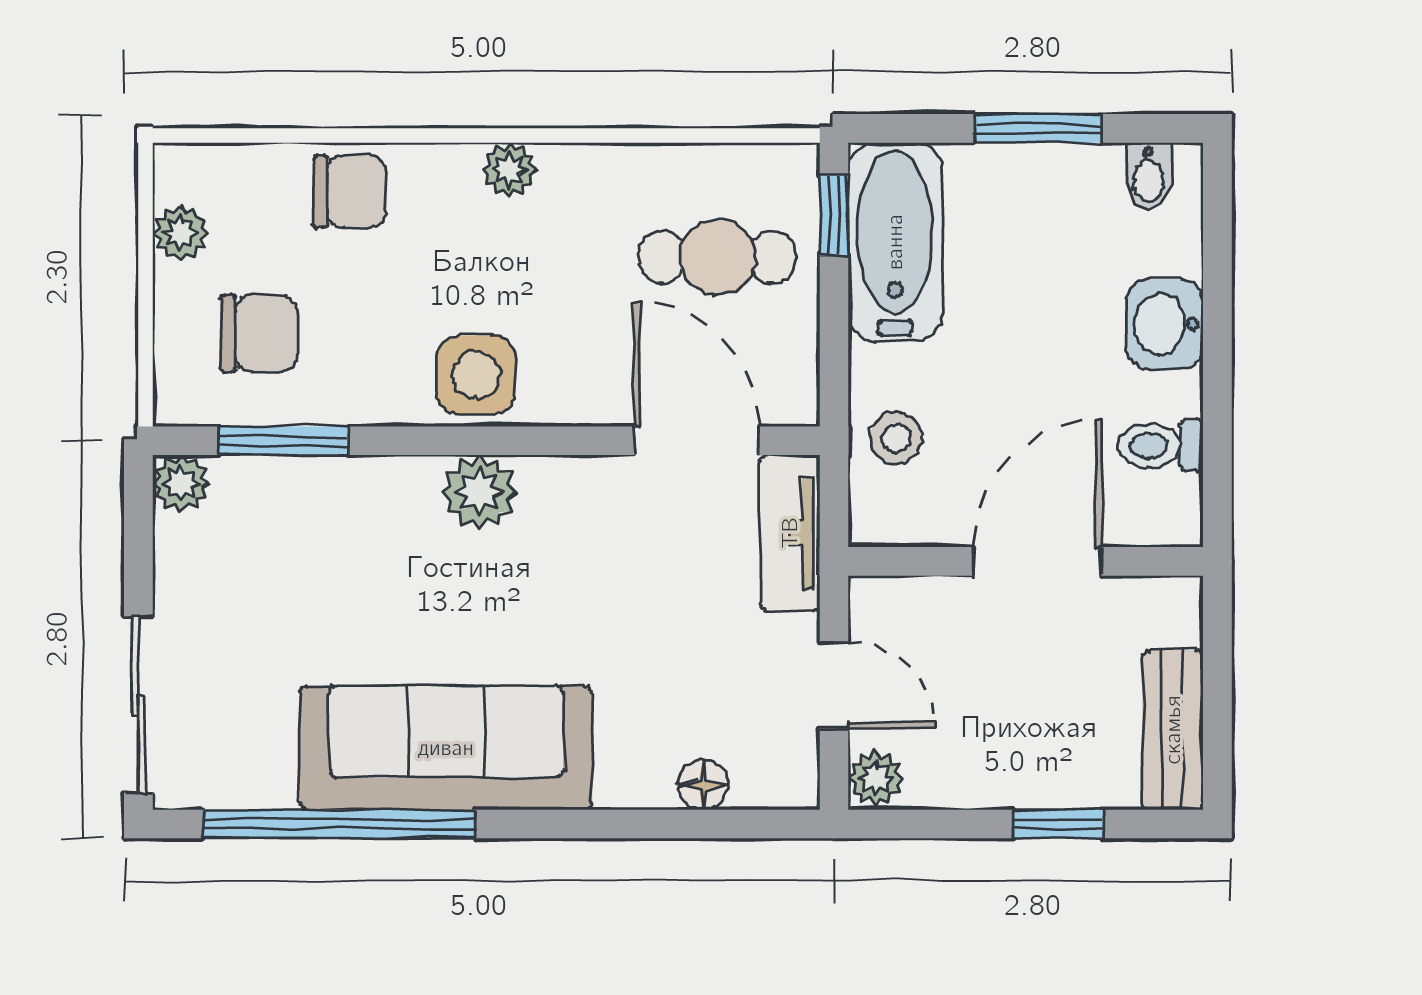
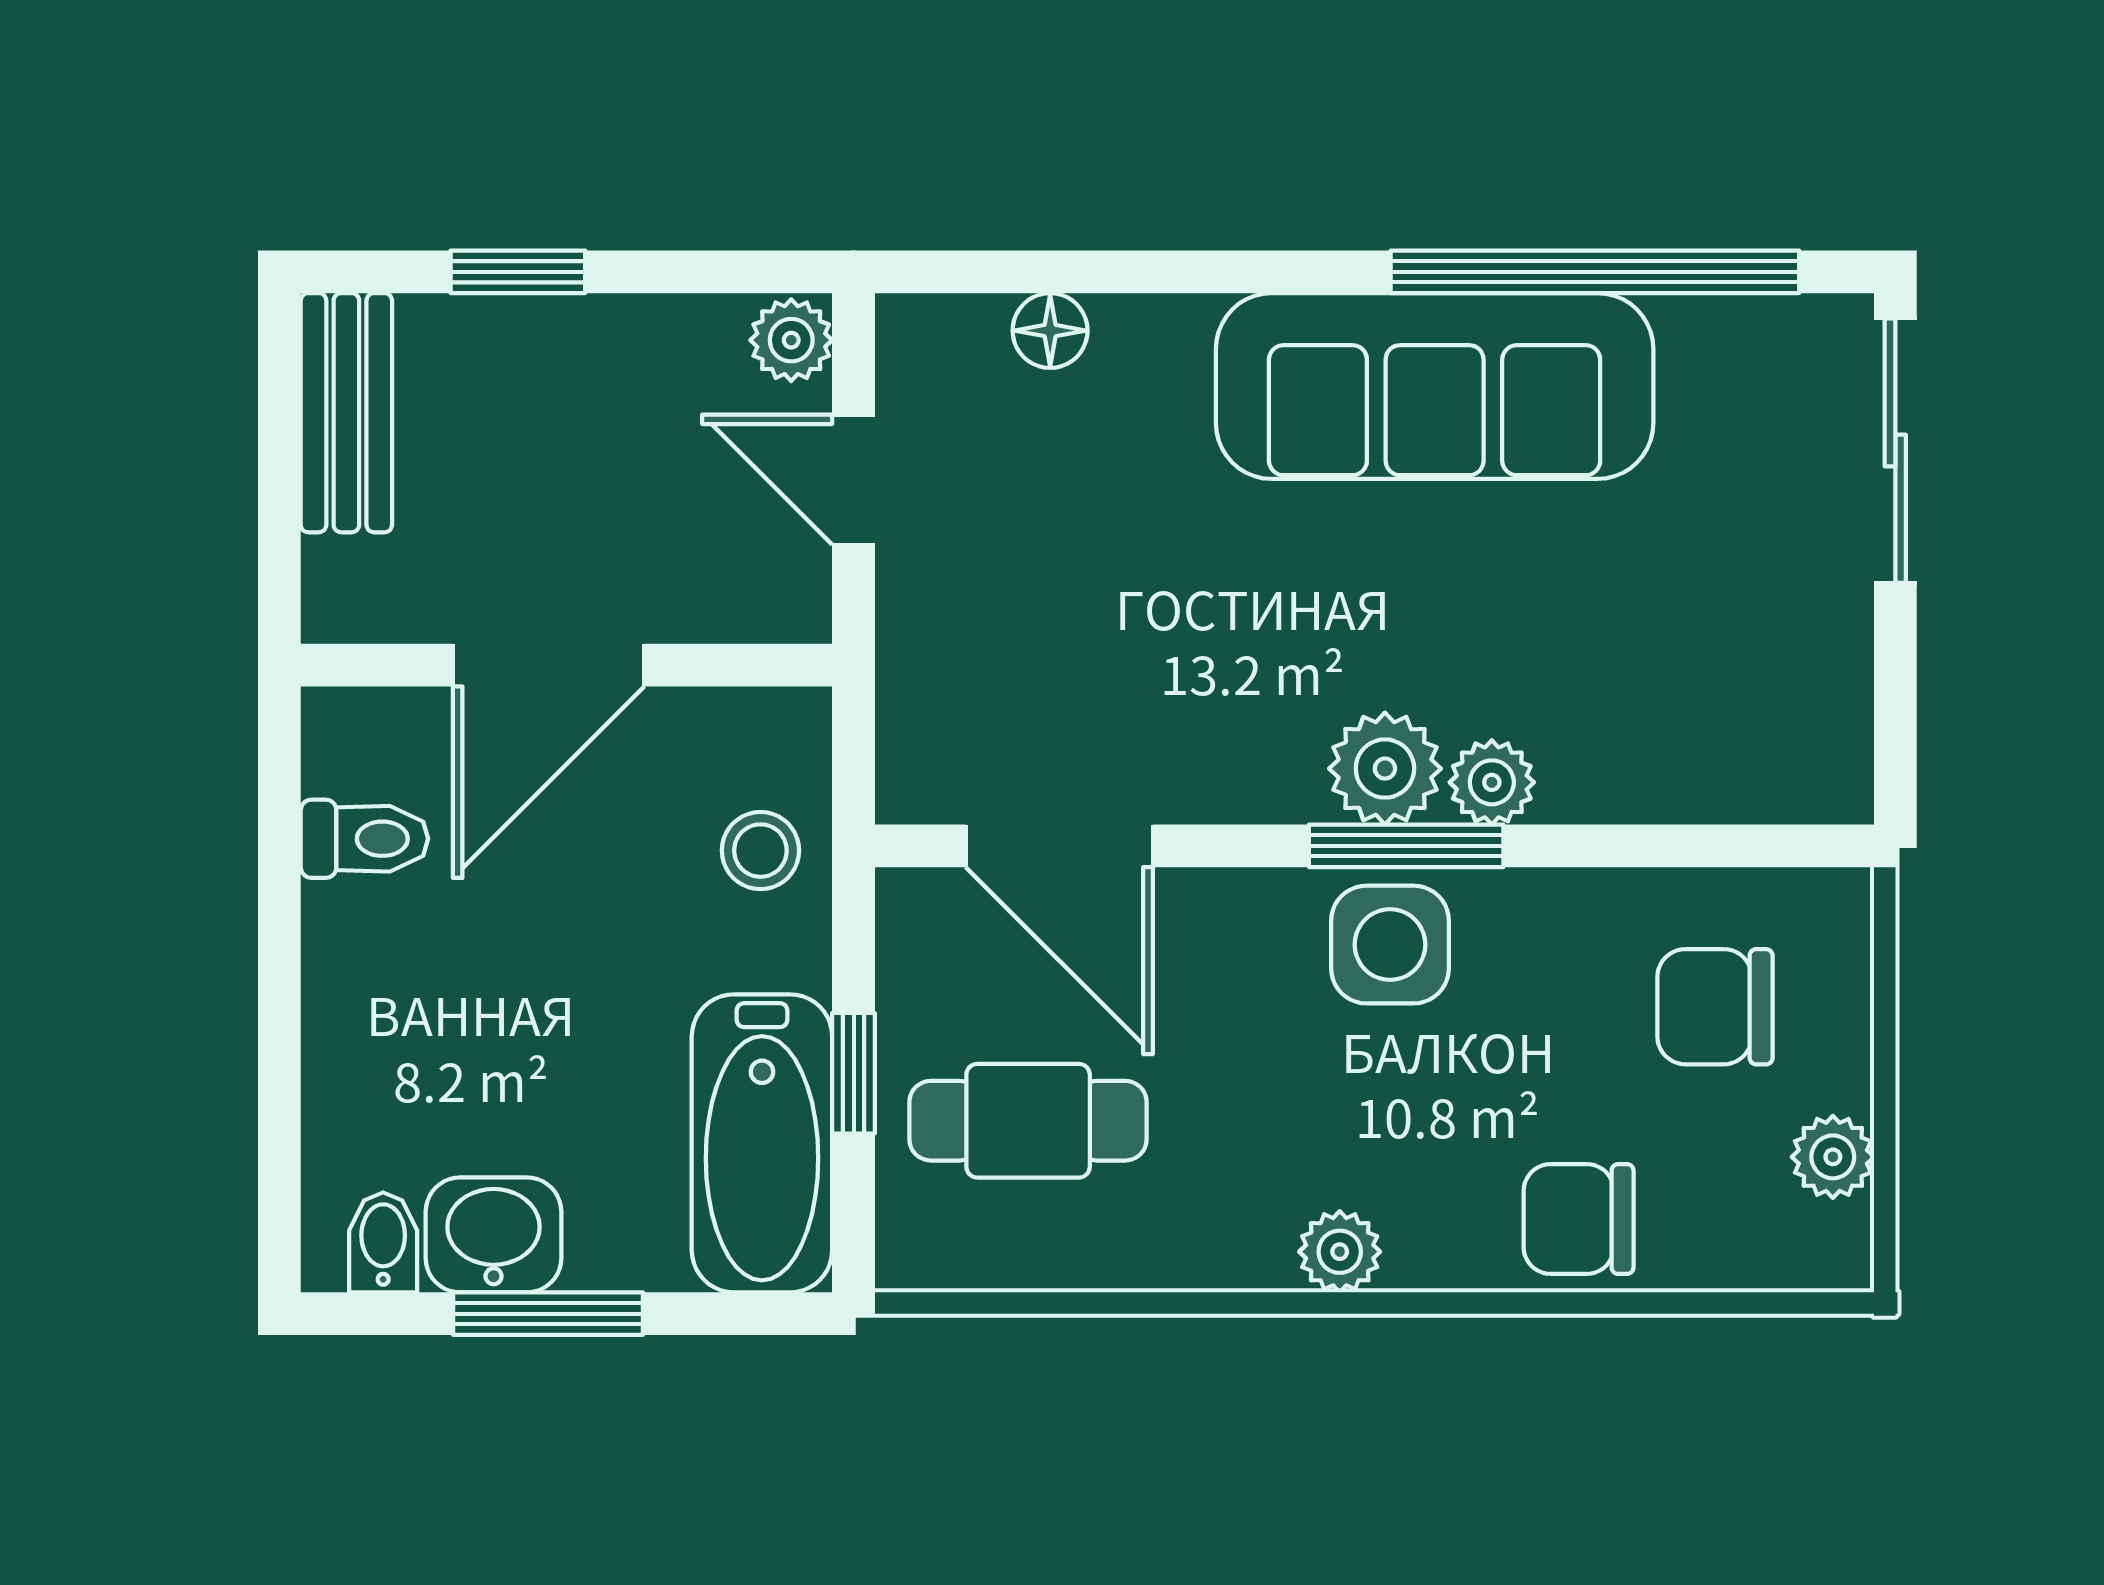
window: (834, 215) -> (854, 1073), moved
washbasin: (1165, 324) -> (494, 1235), moved, turned -90
window: (284, 441) -> (1406, 846), moved
plant: (181, 483) -> (1492, 782), moved
tv unit: (790, 533) -> (919, 708), removed

